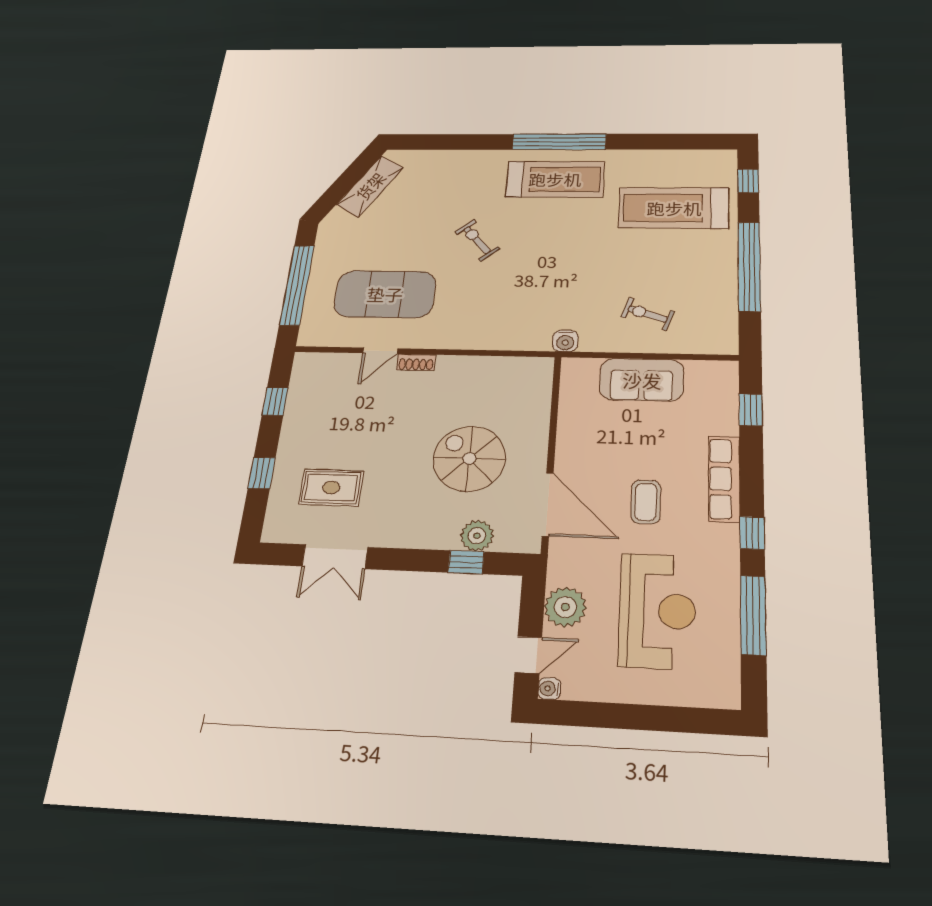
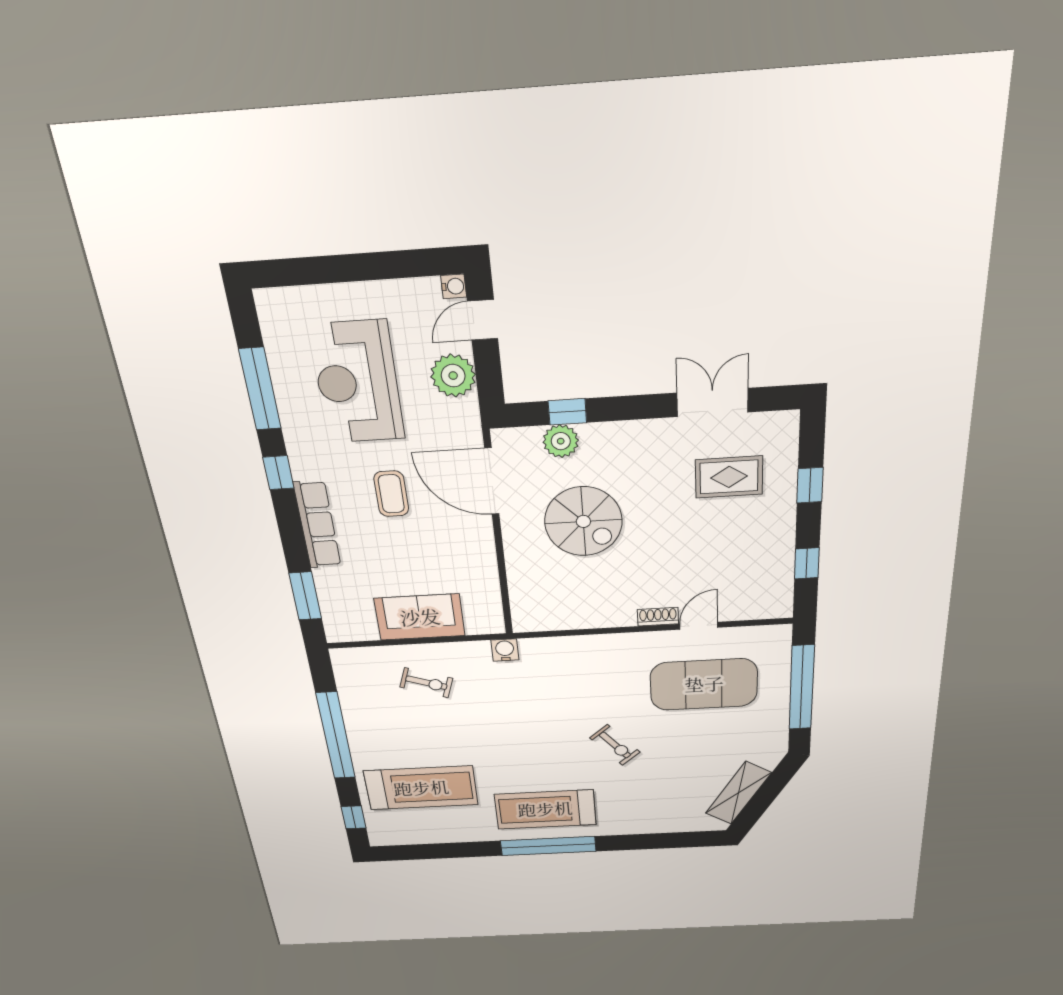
window: (751, 410) -> (305, 596), width x1.50

